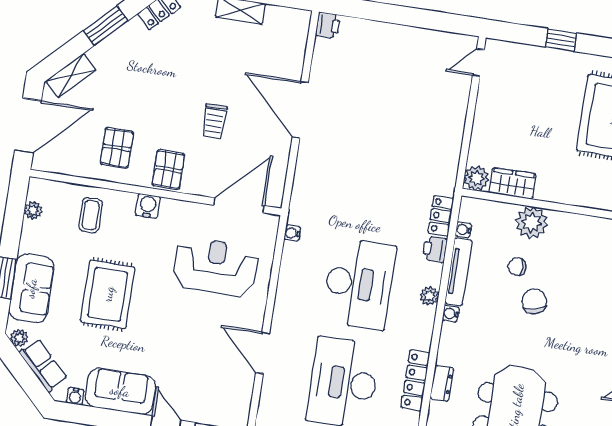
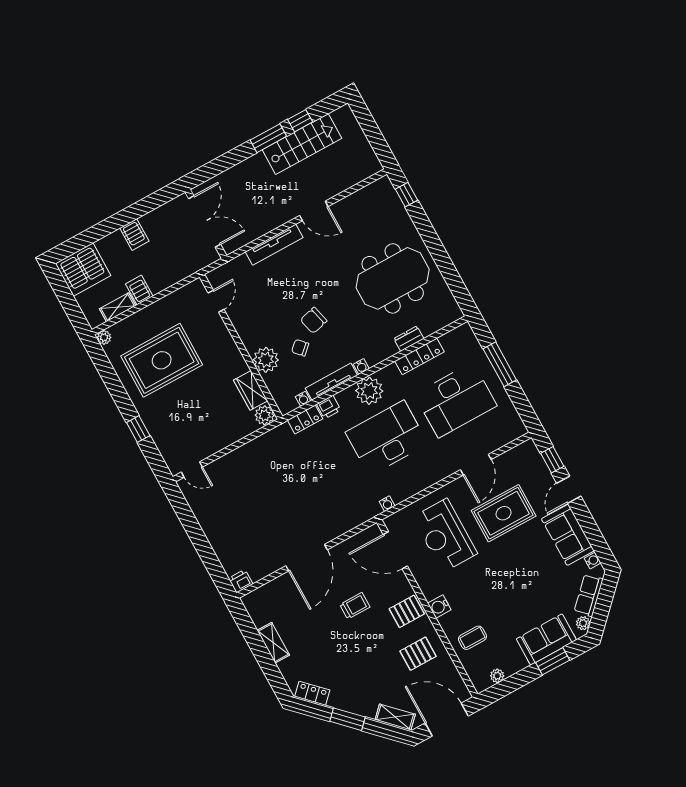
chair: (517, 267) -> (300, 348), turned 137
rug: (108, 294) -> (504, 513), moved
plant: (429, 296) -> (369, 391), width x1.88, depth x1.88

